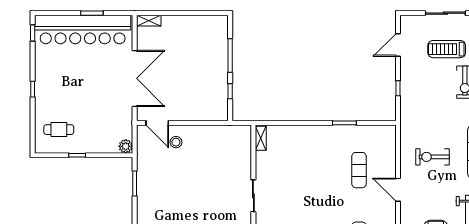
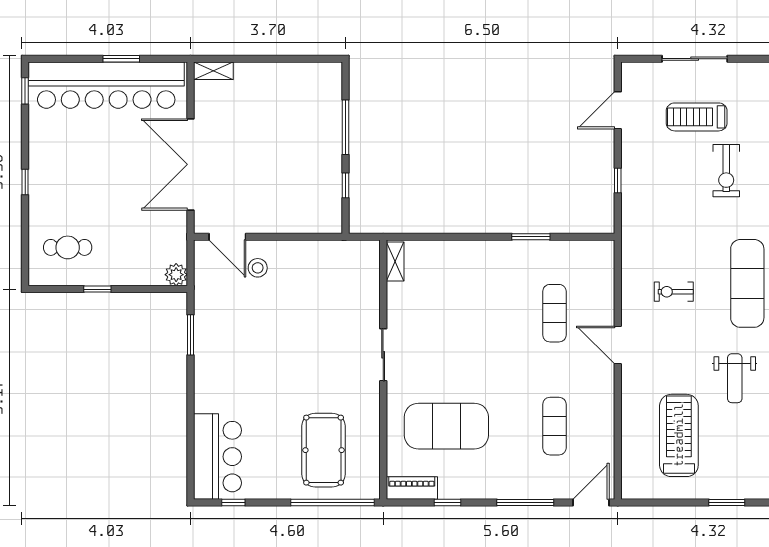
double door: (135, 78) -> (191, 164), swing flipped
exercise bike: (433, 157) -> (674, 292), width x0.73, depth x0.72

